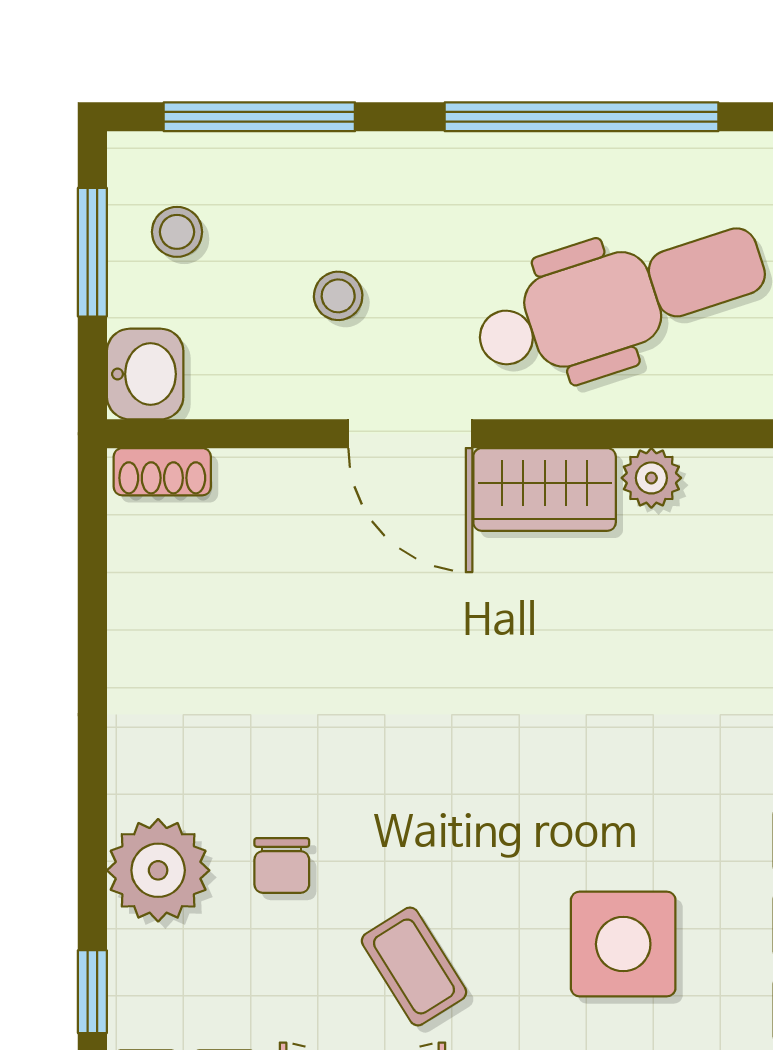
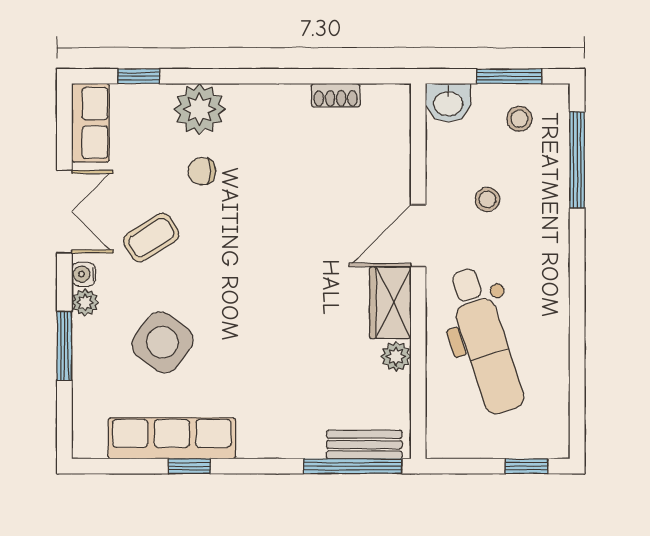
window: (581, 117) -> (577, 321), removed
shoe rack: (162, 472) -> (336, 95), moved, turned -90
side table: (623, 944) -> (162, 342), turned 37

